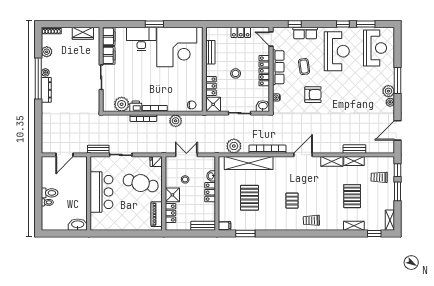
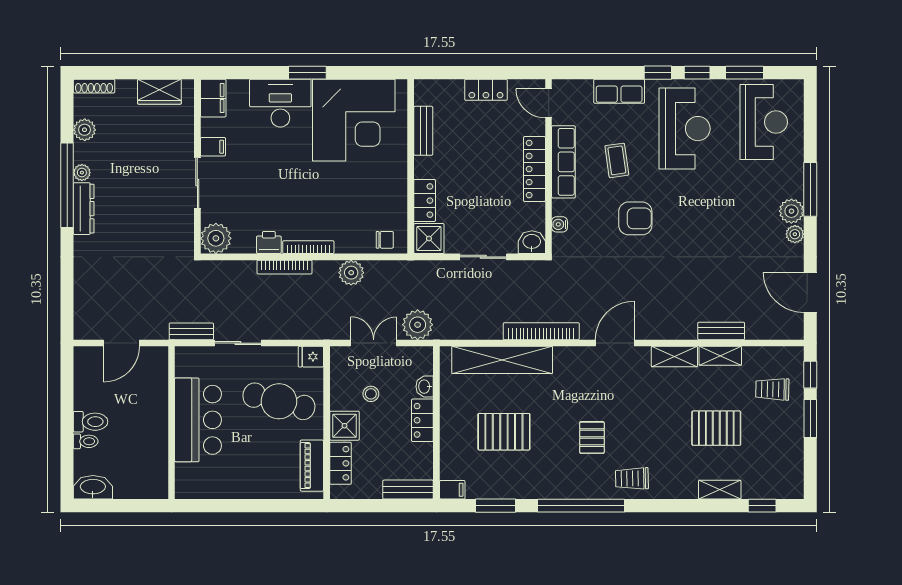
window: (295, 24) -> (658, 73), moved
filing cabinet: (109, 55) -> (213, 147), width x0.50
stool: (236, 73) -> (475, 175), removed
plant: (122, 104) -> (216, 238), moved
door: (398, 130) -> (810, 292), hinge flipped
plant: (234, 146) -> (418, 325), moved
pallet: (352, 196) -> (716, 428), turned 90
pallet: (249, 198) -> (504, 432), turned 90
shelving: (390, 220) -> (794, 478), removed
washbasin: (78, 225) -> (93, 487), moved
window: (287, 234) -> (581, 506), added

